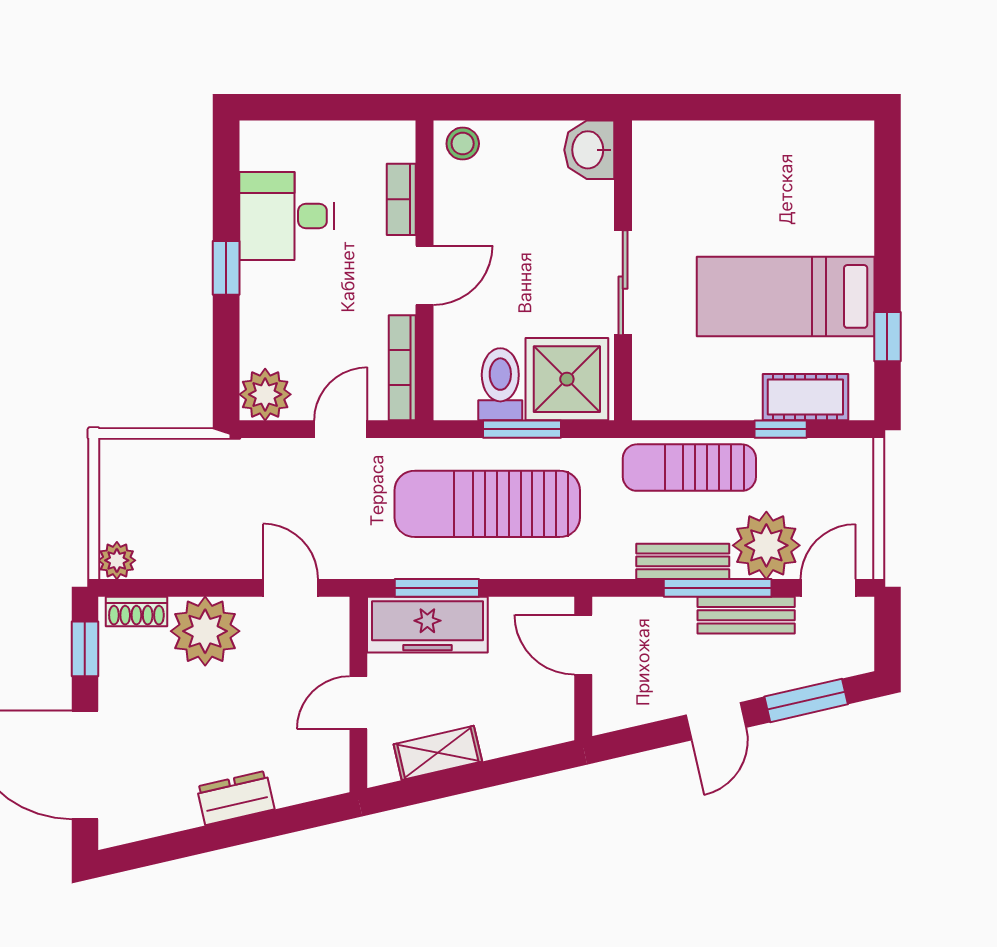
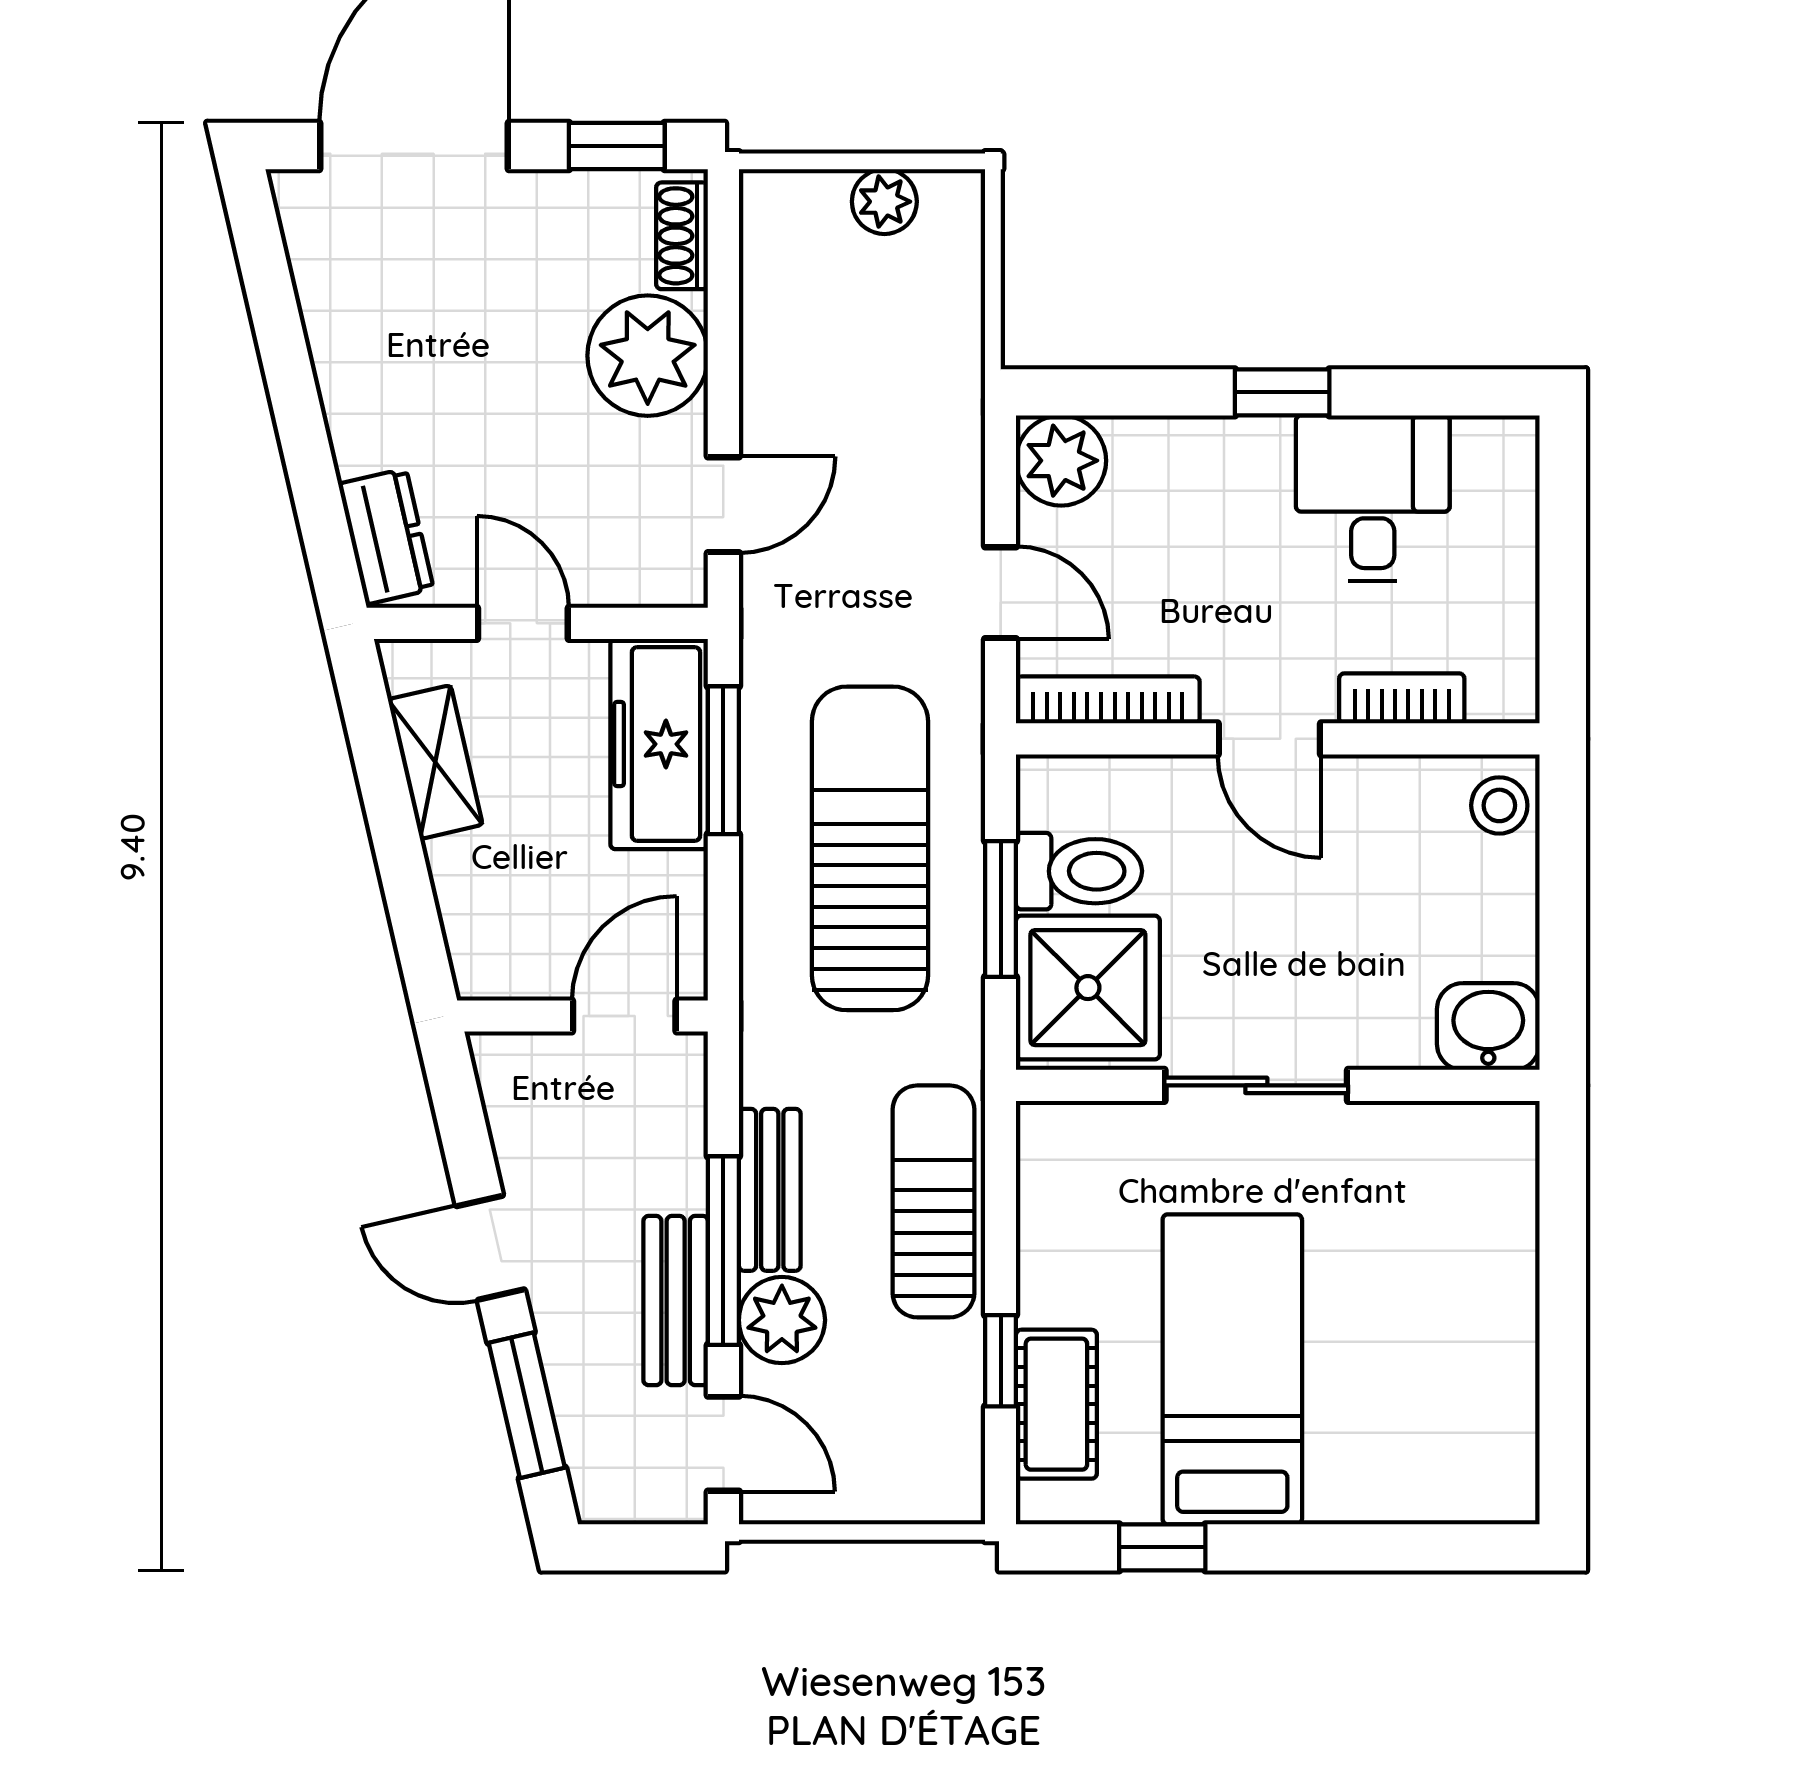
plant: (766, 545) -> (782, 1320), width x0.73, depth x0.73
plant: (117, 560) -> (884, 202), moved
dresser: (236, 798) -> (386, 537), moved

